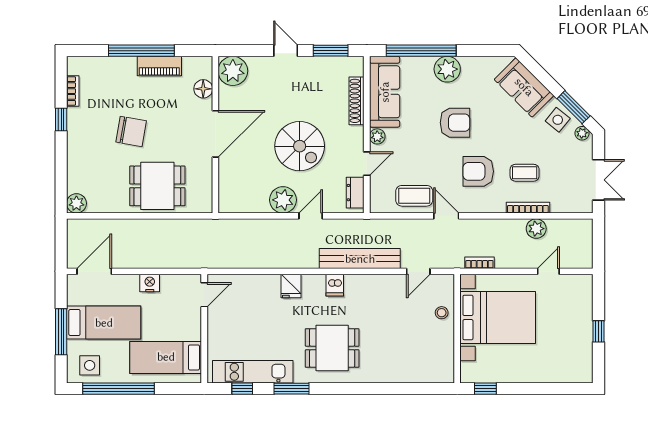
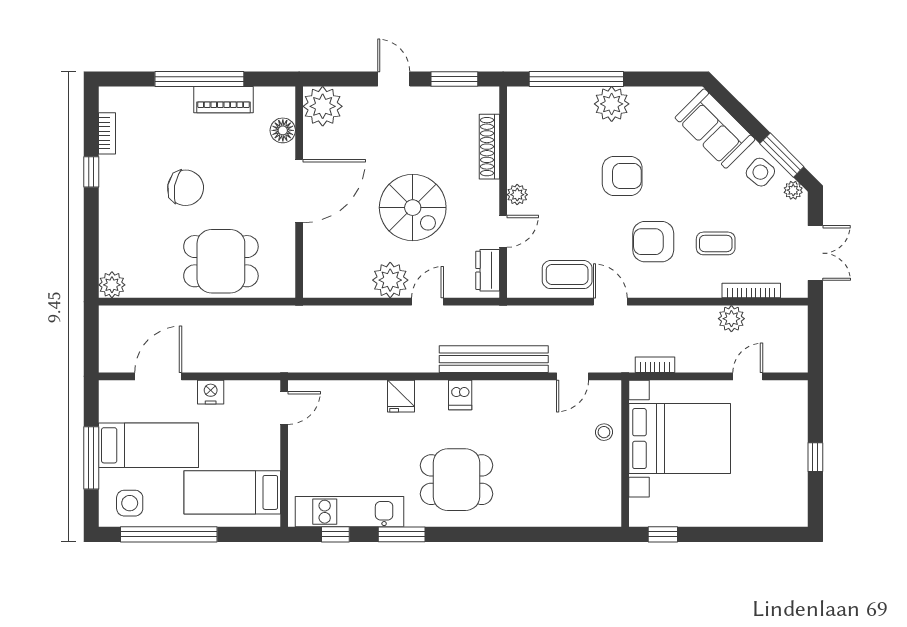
sofa: (385, 92) -> (527, 134), removed
bookcase: (528, 208) -> (751, 291), moved
door: (94, 271) -> (158, 376), moved

